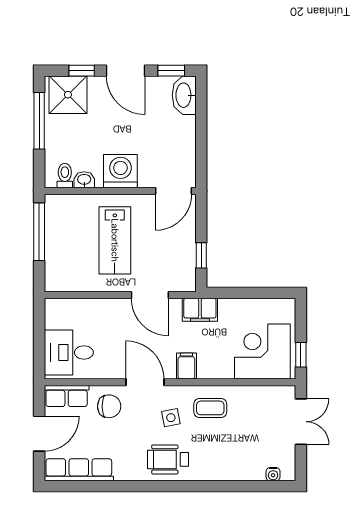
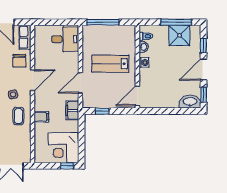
shower: (68, 95) -> (179, 35), moved
washing machine: (120, 171) -> (144, 62), width x0.53, depth x0.53
door: (173, 191) -> (137, 96), hinge flipped
window: (39, 232) -> (103, 22), moved
corner desk: (262, 351) -> (63, 148), moved, turned 180
desk: (69, 352) -> (65, 39), moved, turned 90
window: (301, 355) -> (67, 166), moved
filing cabinet: (186, 366) -> (41, 117), moved

